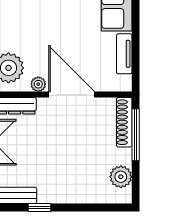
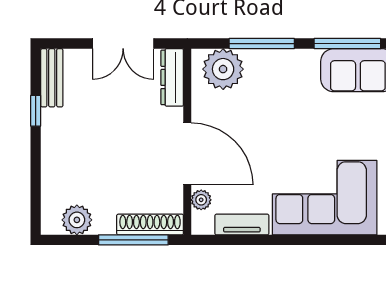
plant: (38, 84) -> (201, 200), moved
door: (72, 94) -> (187, 154), hinge flipped

